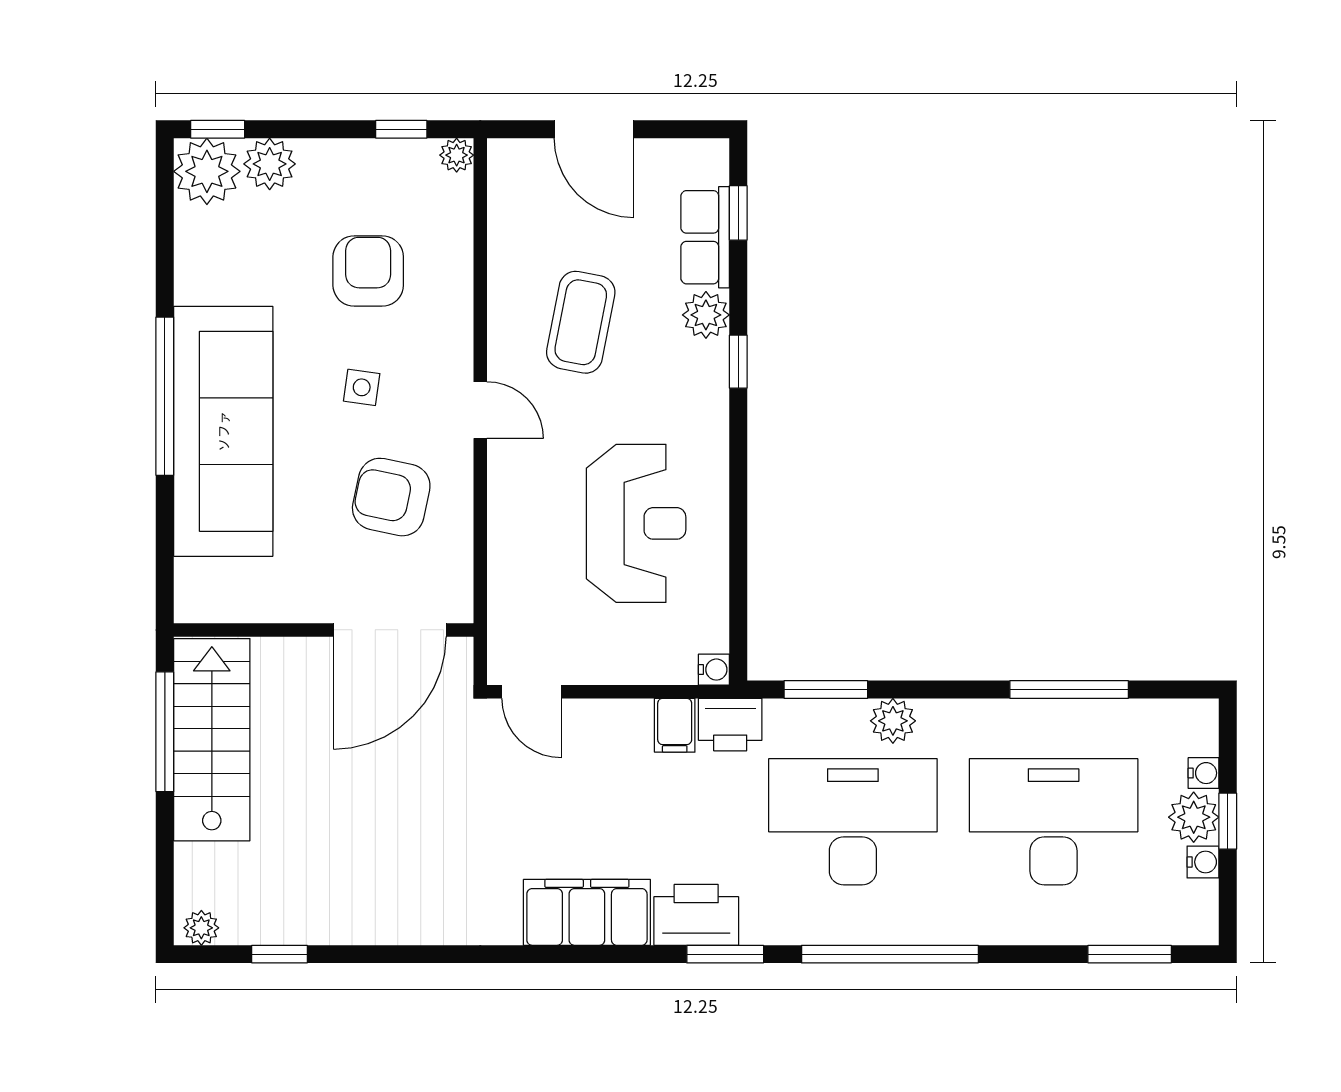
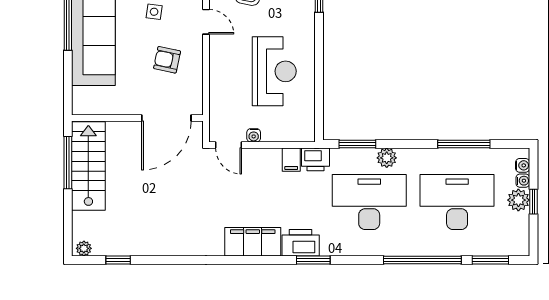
armchair: (391, 497) -> (167, 60), width x0.72, depth x0.72
water cooler: (714, 670) -> (254, 135), moved, turned 90
water cooler: (1203, 862) -> (523, 165), moved
window: (890, 954) -> (422, 260), moved

